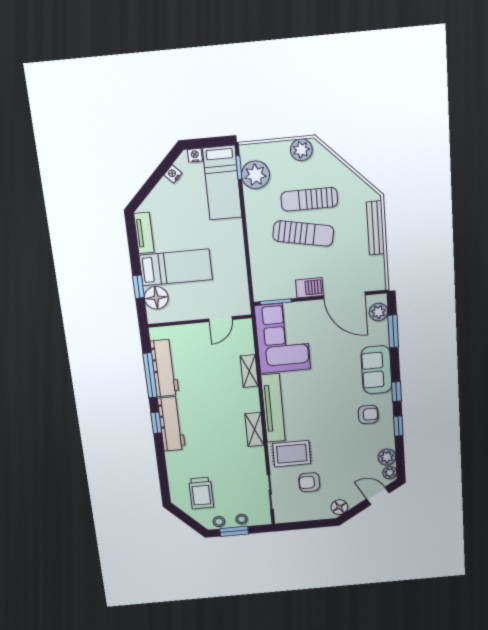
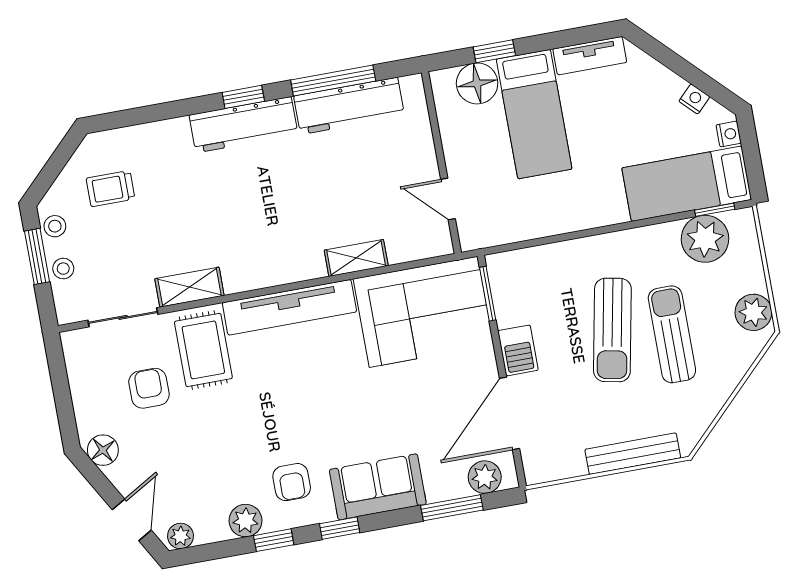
shelving: (254, 429) -> (189, 287), moved
plant: (387, 457) -> (246, 521), moved
trolley: (201, 493) -> (111, 189), width x0.73, depth x0.72

